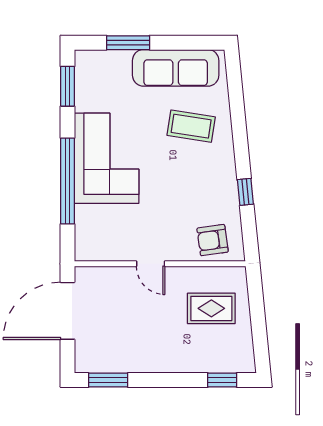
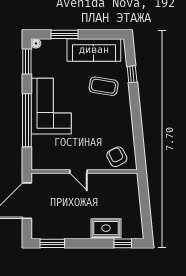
floor lamp: (82, 57) -> (36, 43), added
window: (245, 192) -> (132, 74), moved
armchair: (213, 240) -> (117, 157), turned 70
rug: (211, 308) -> (106, 228), moved

